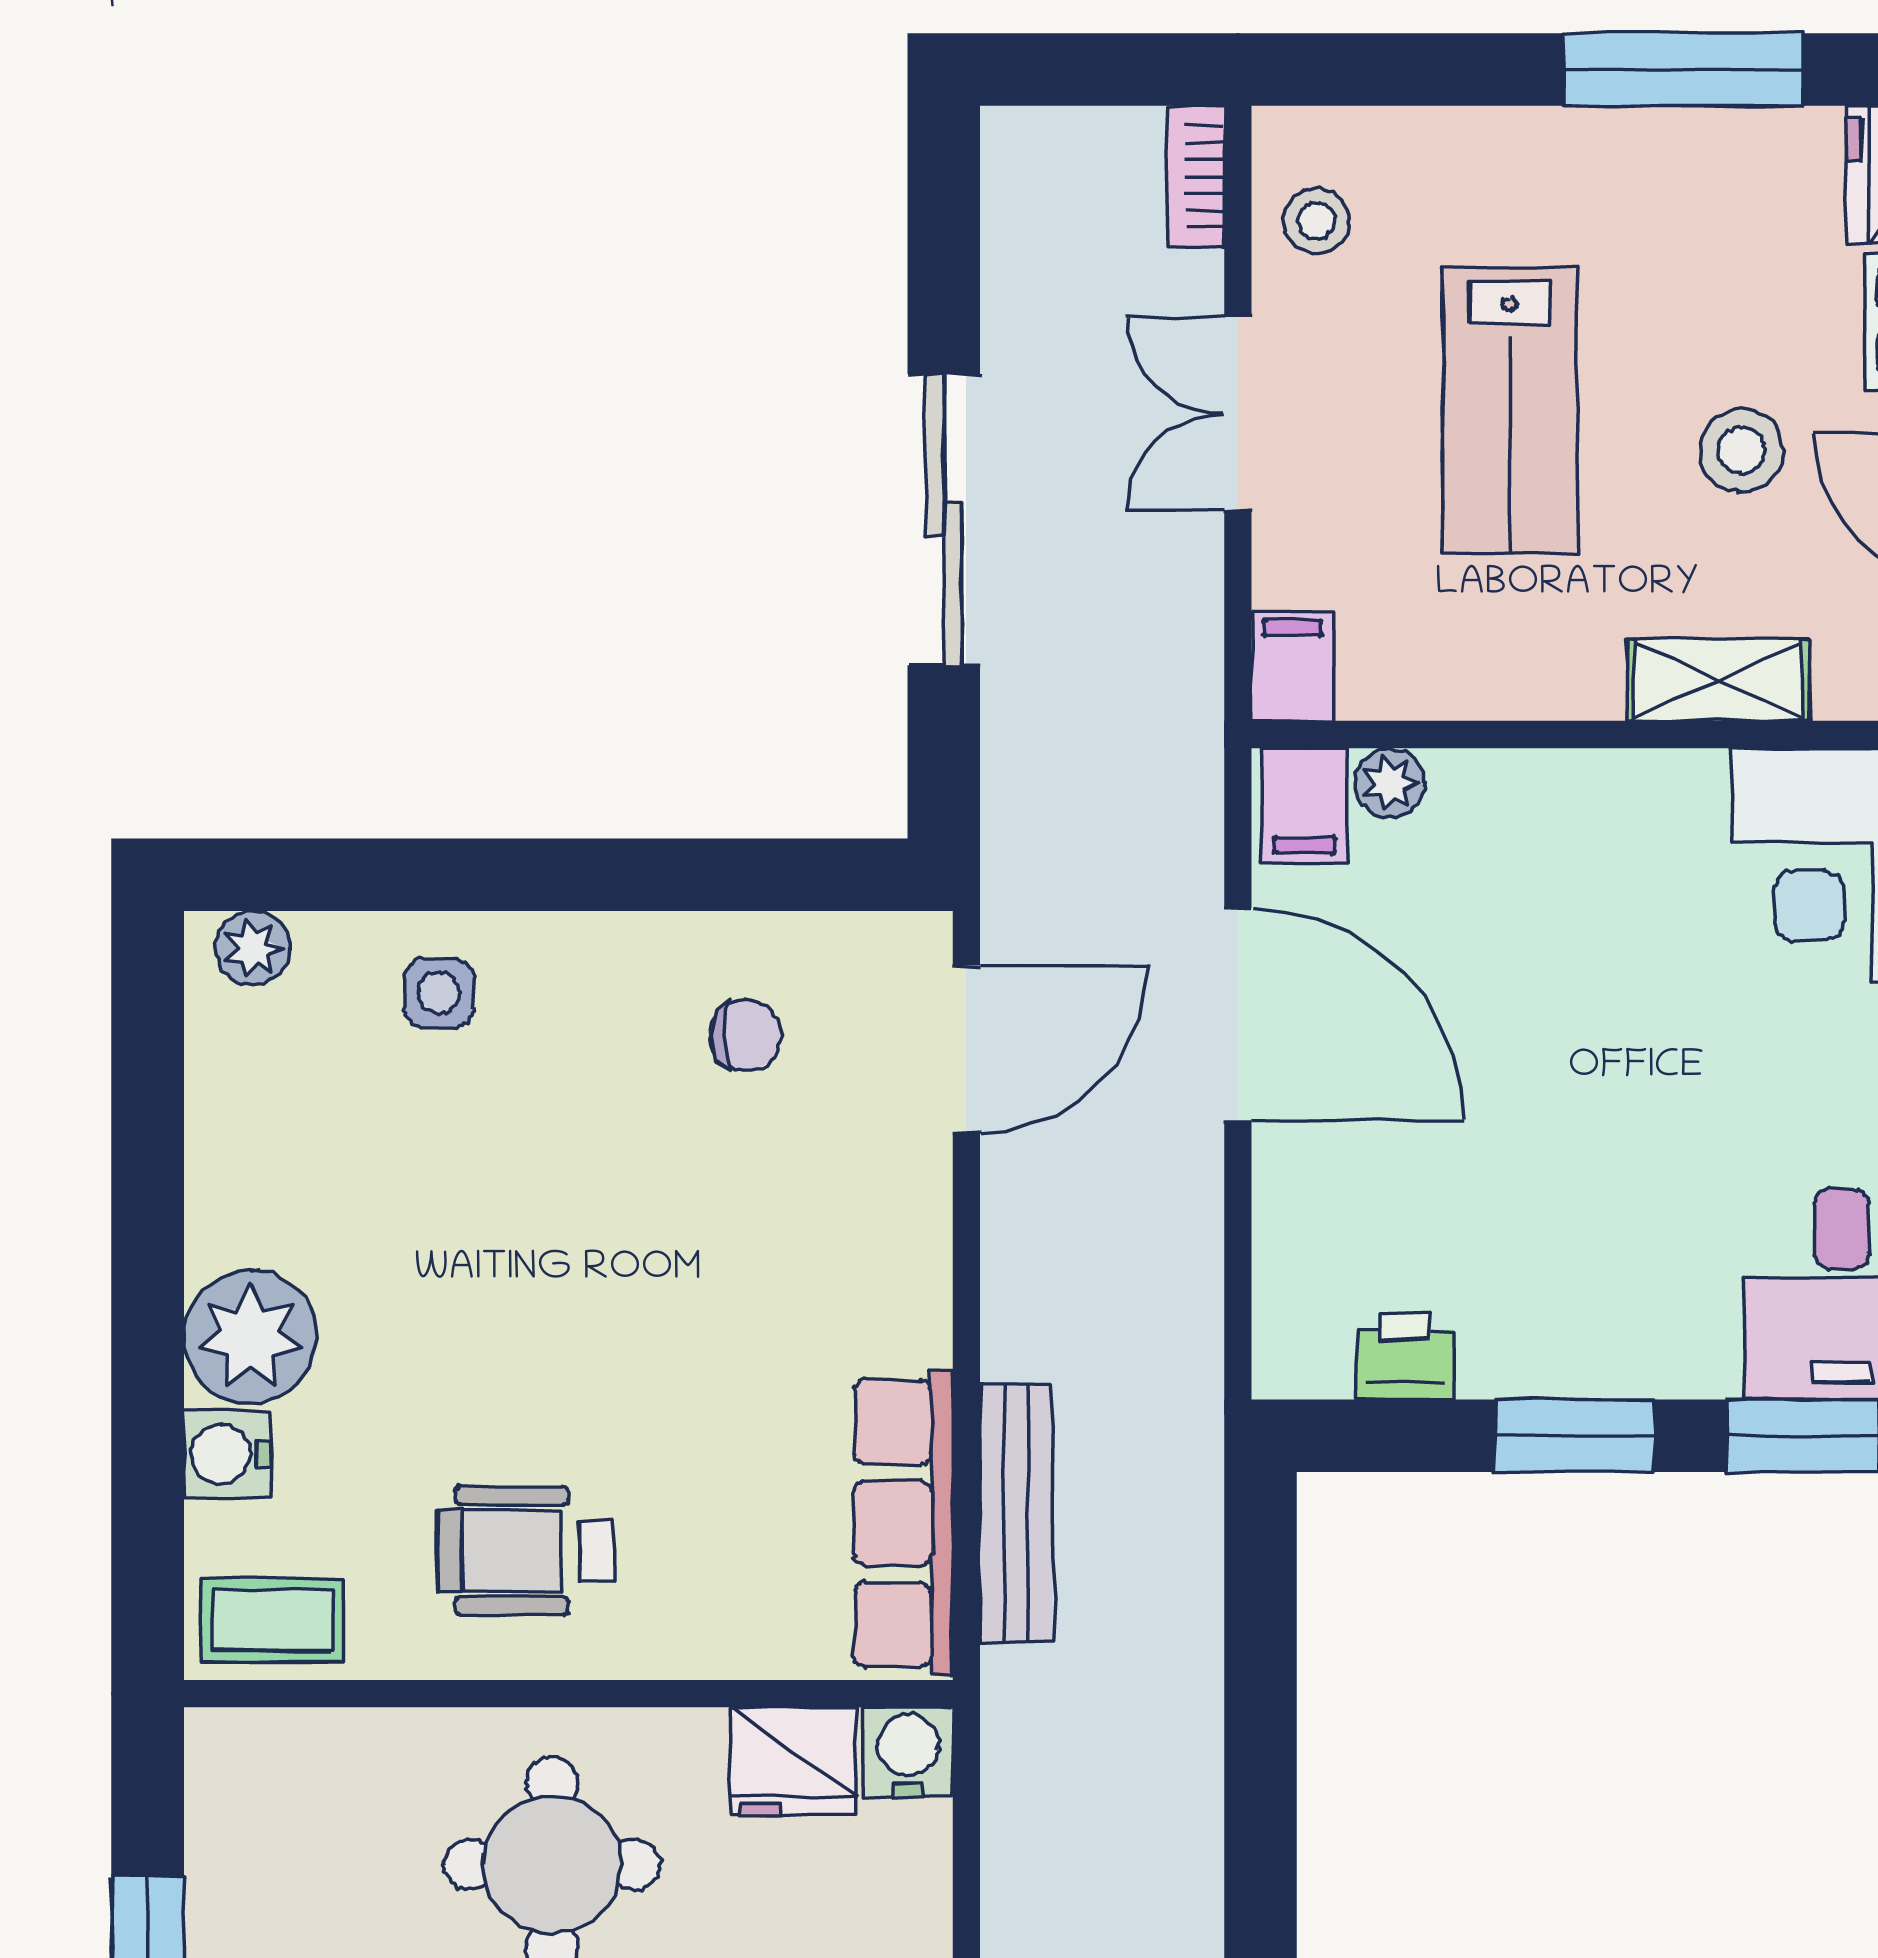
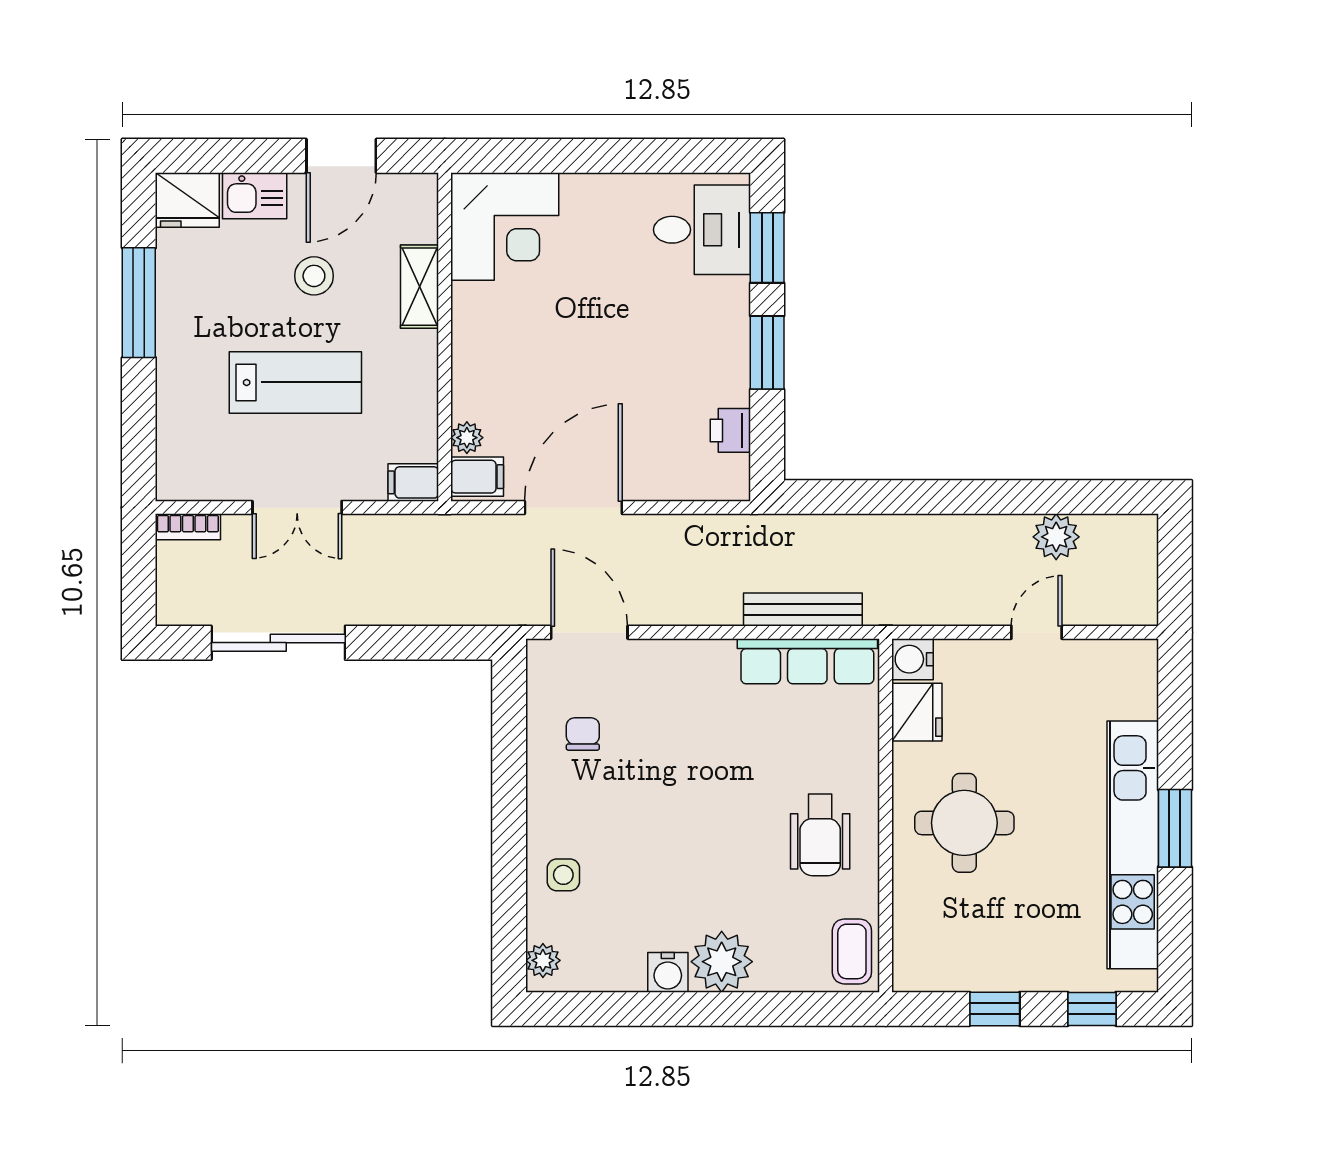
stool: (1316, 221) -> (208, 471), removed
sliding door: (944, 520) -> (278, 643), moved
water cooler: (227, 1454) -> (668, 972), moved

